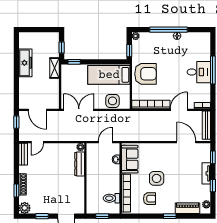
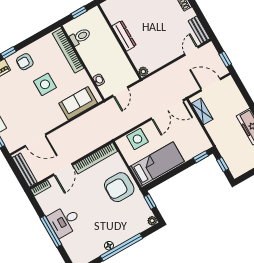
shelving: (55, 68) -> (202, 111), moved
sofa: (130, 159) -> (78, 103), moved, turned 90
dresser: (80, 164) -> (124, 36), moved
armchair: (150, 199) -> (25, 62), moved

